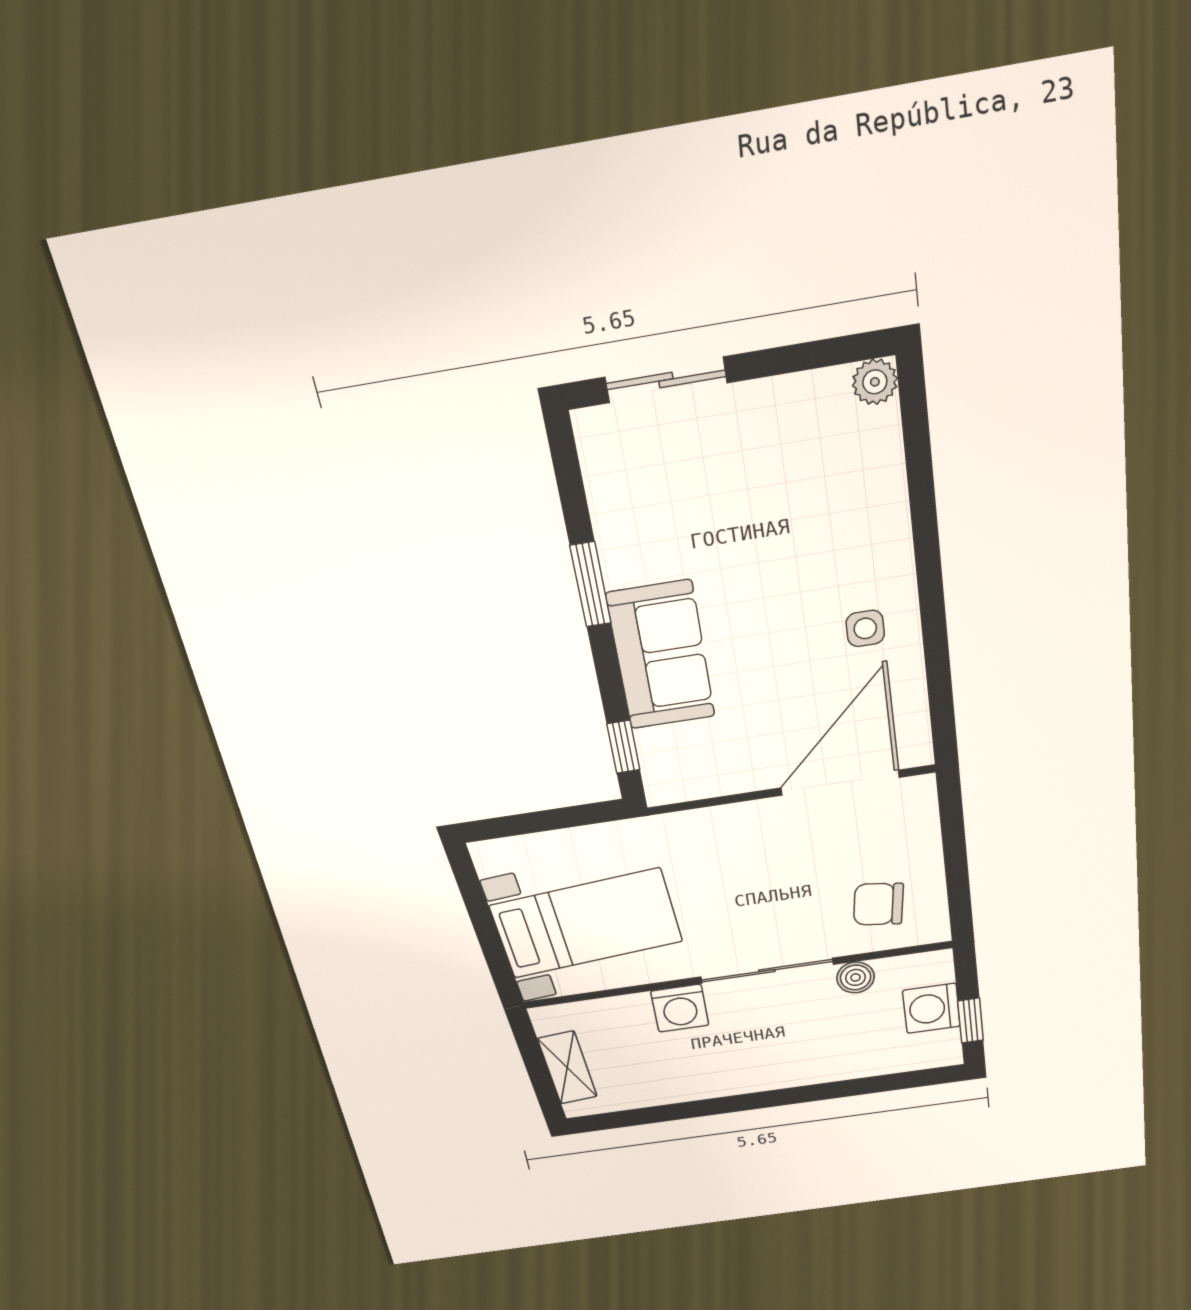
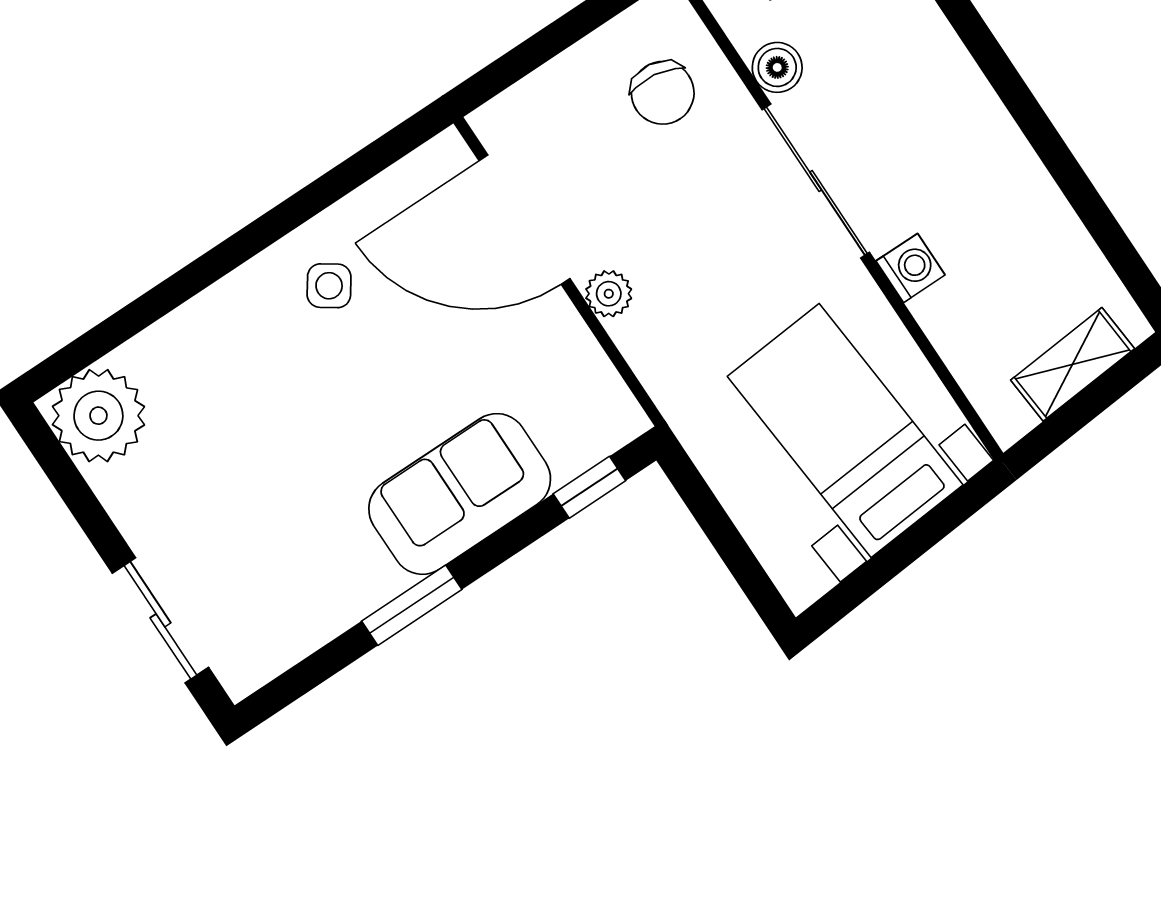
plant: (875, 382) -> (98, 416), width x1.87, depth x1.87
side table: (865, 628) -> (329, 286), turned 35
plant: (758, 816) -> (609, 294), added
washing machine: (680, 1008) -> (911, 268), width x0.73, depth x0.73

